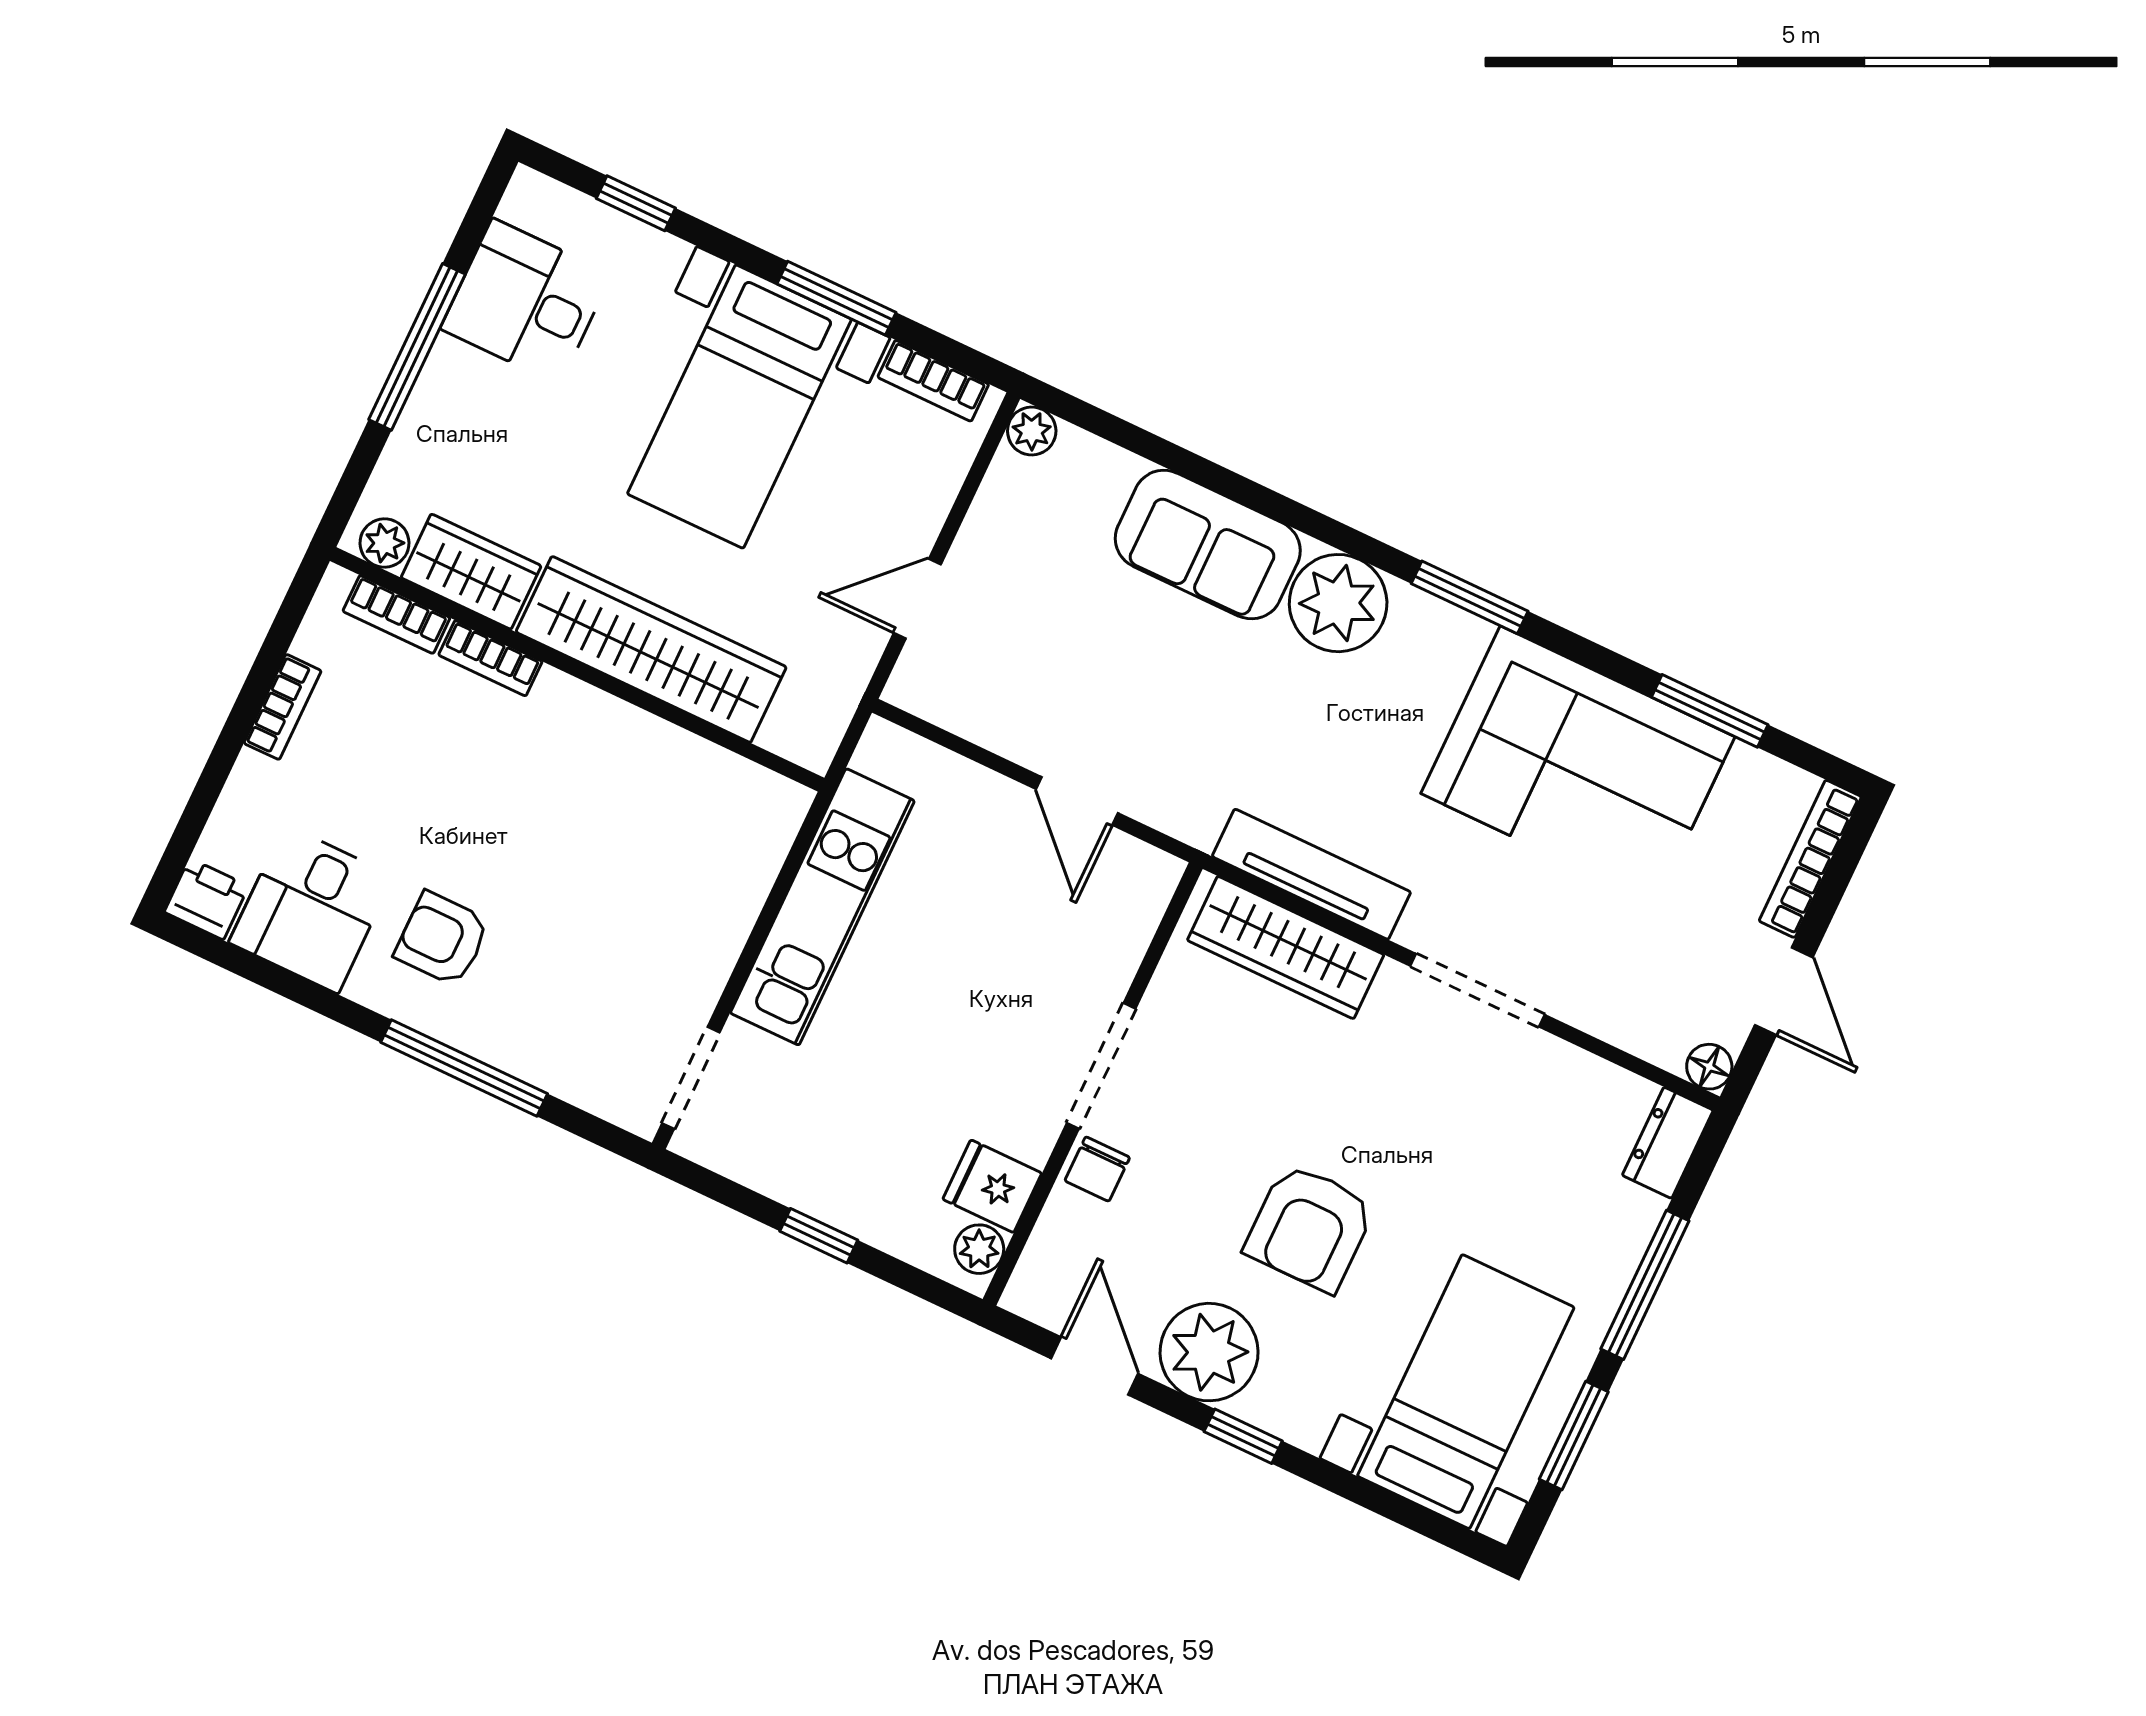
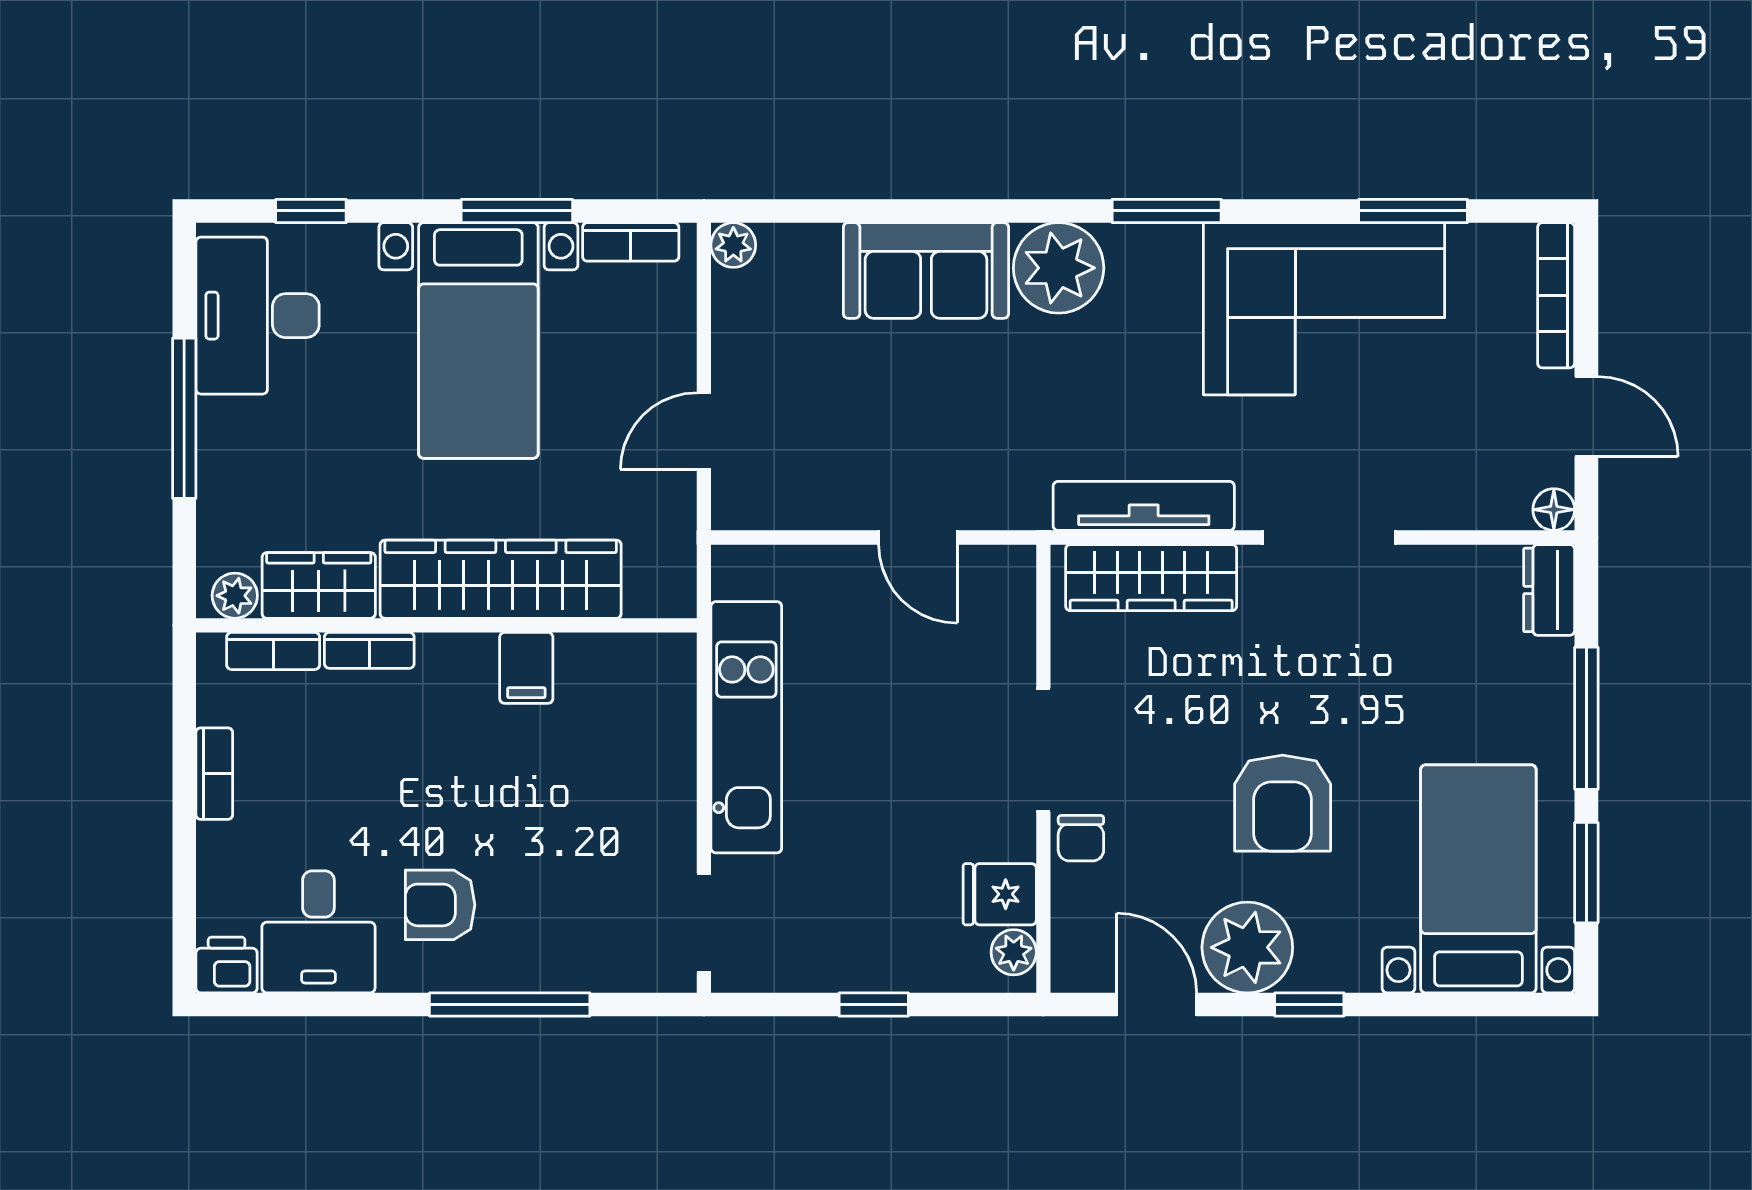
desk: (526, 301) -> (258, 316), width x1.37
filing cabinet: (635, 748) -> (526, 668), added

